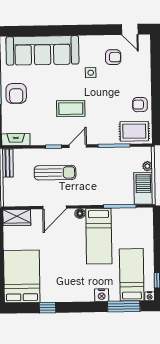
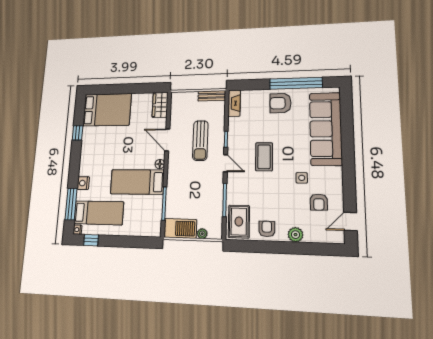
plant: (144, 78) -> (295, 235), added

